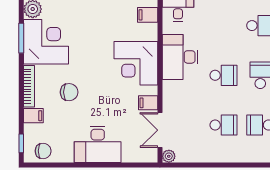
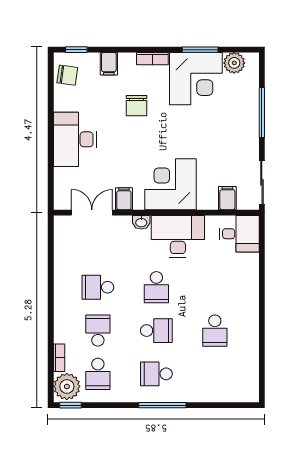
bookcase: (29, 86) -> (152, 59), width x0.64
washbasin: (168, 88) -> (141, 222), added
school desk: (223, 125) -> (98, 287), turned 90
chair: (43, 151) -> (67, 75), turned -82
plant: (169, 156) -> (61, 223), removed

